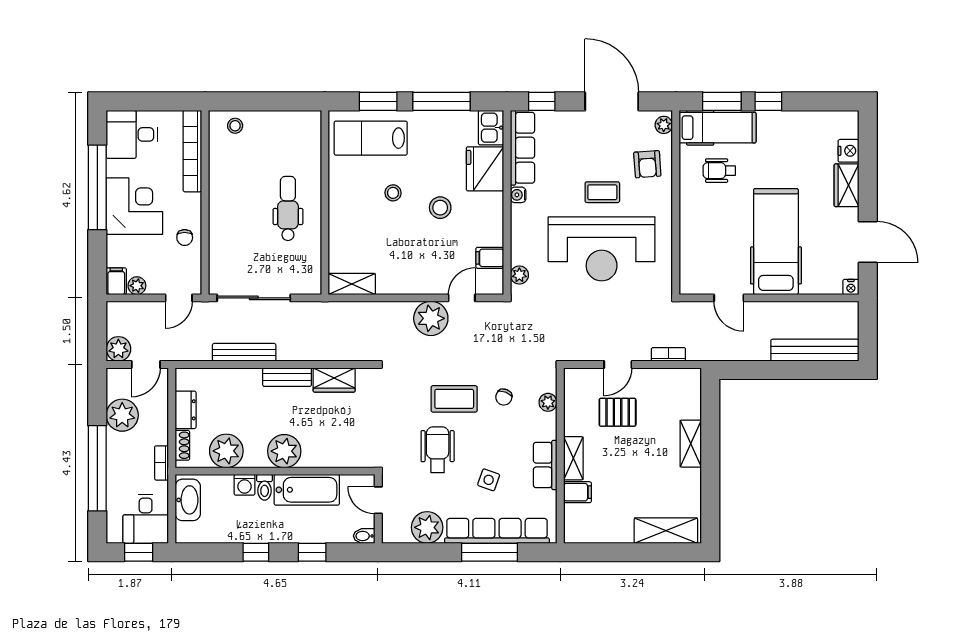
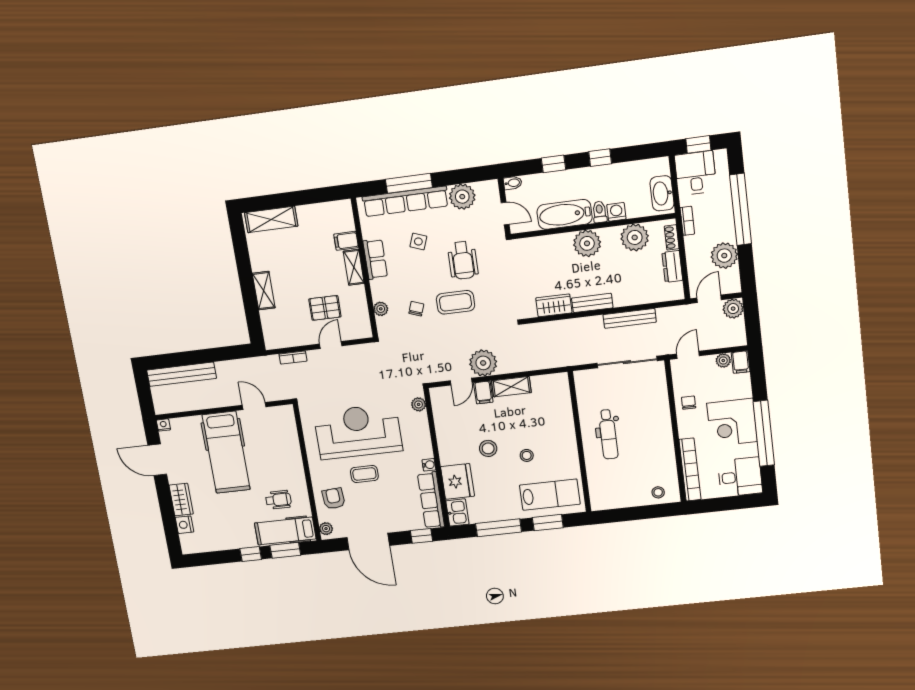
filing cabinet: (490, 258) -> (483, 392), moved, turned 90
shelving: (352, 284) -> (511, 387), moved

